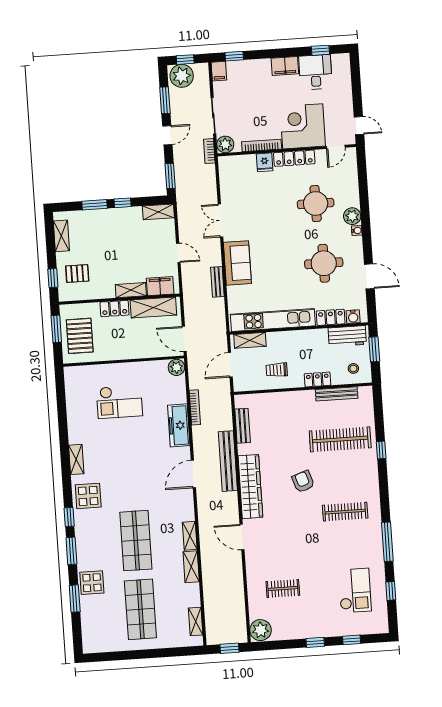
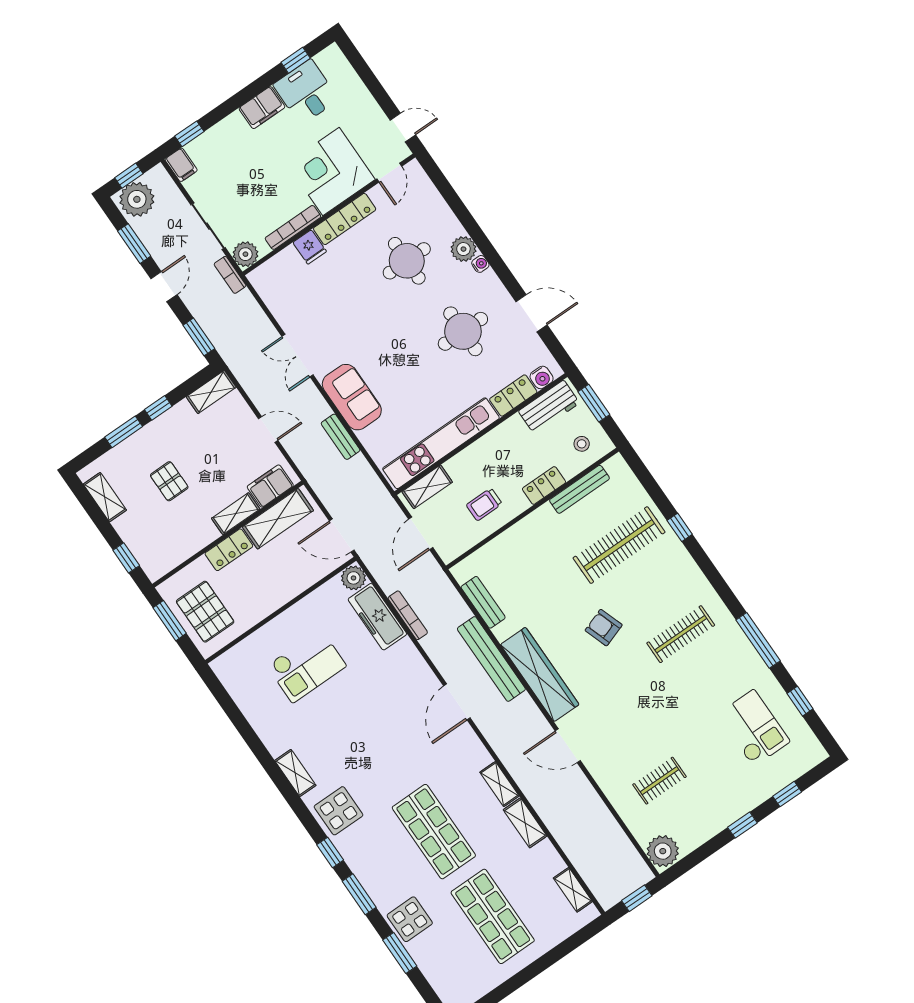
pallet: (77, 273) -> (169, 481), moved, turned 90
freezer: (179, 425) -> (377, 617), moved

